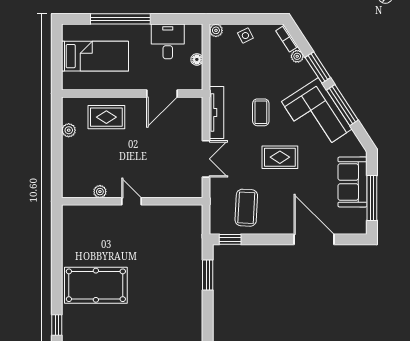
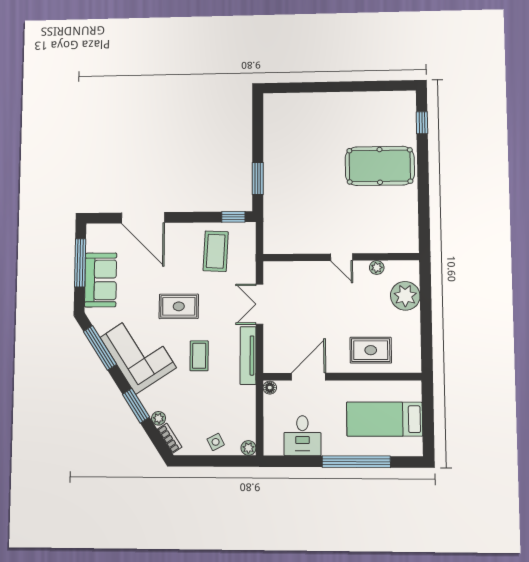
floor lamp: (197, 59) -> (270, 388), moved
window: (342, 105) -> (100, 348), moved
plant: (69, 130) -> (405, 296), moved, width x1.88, depth x1.88

